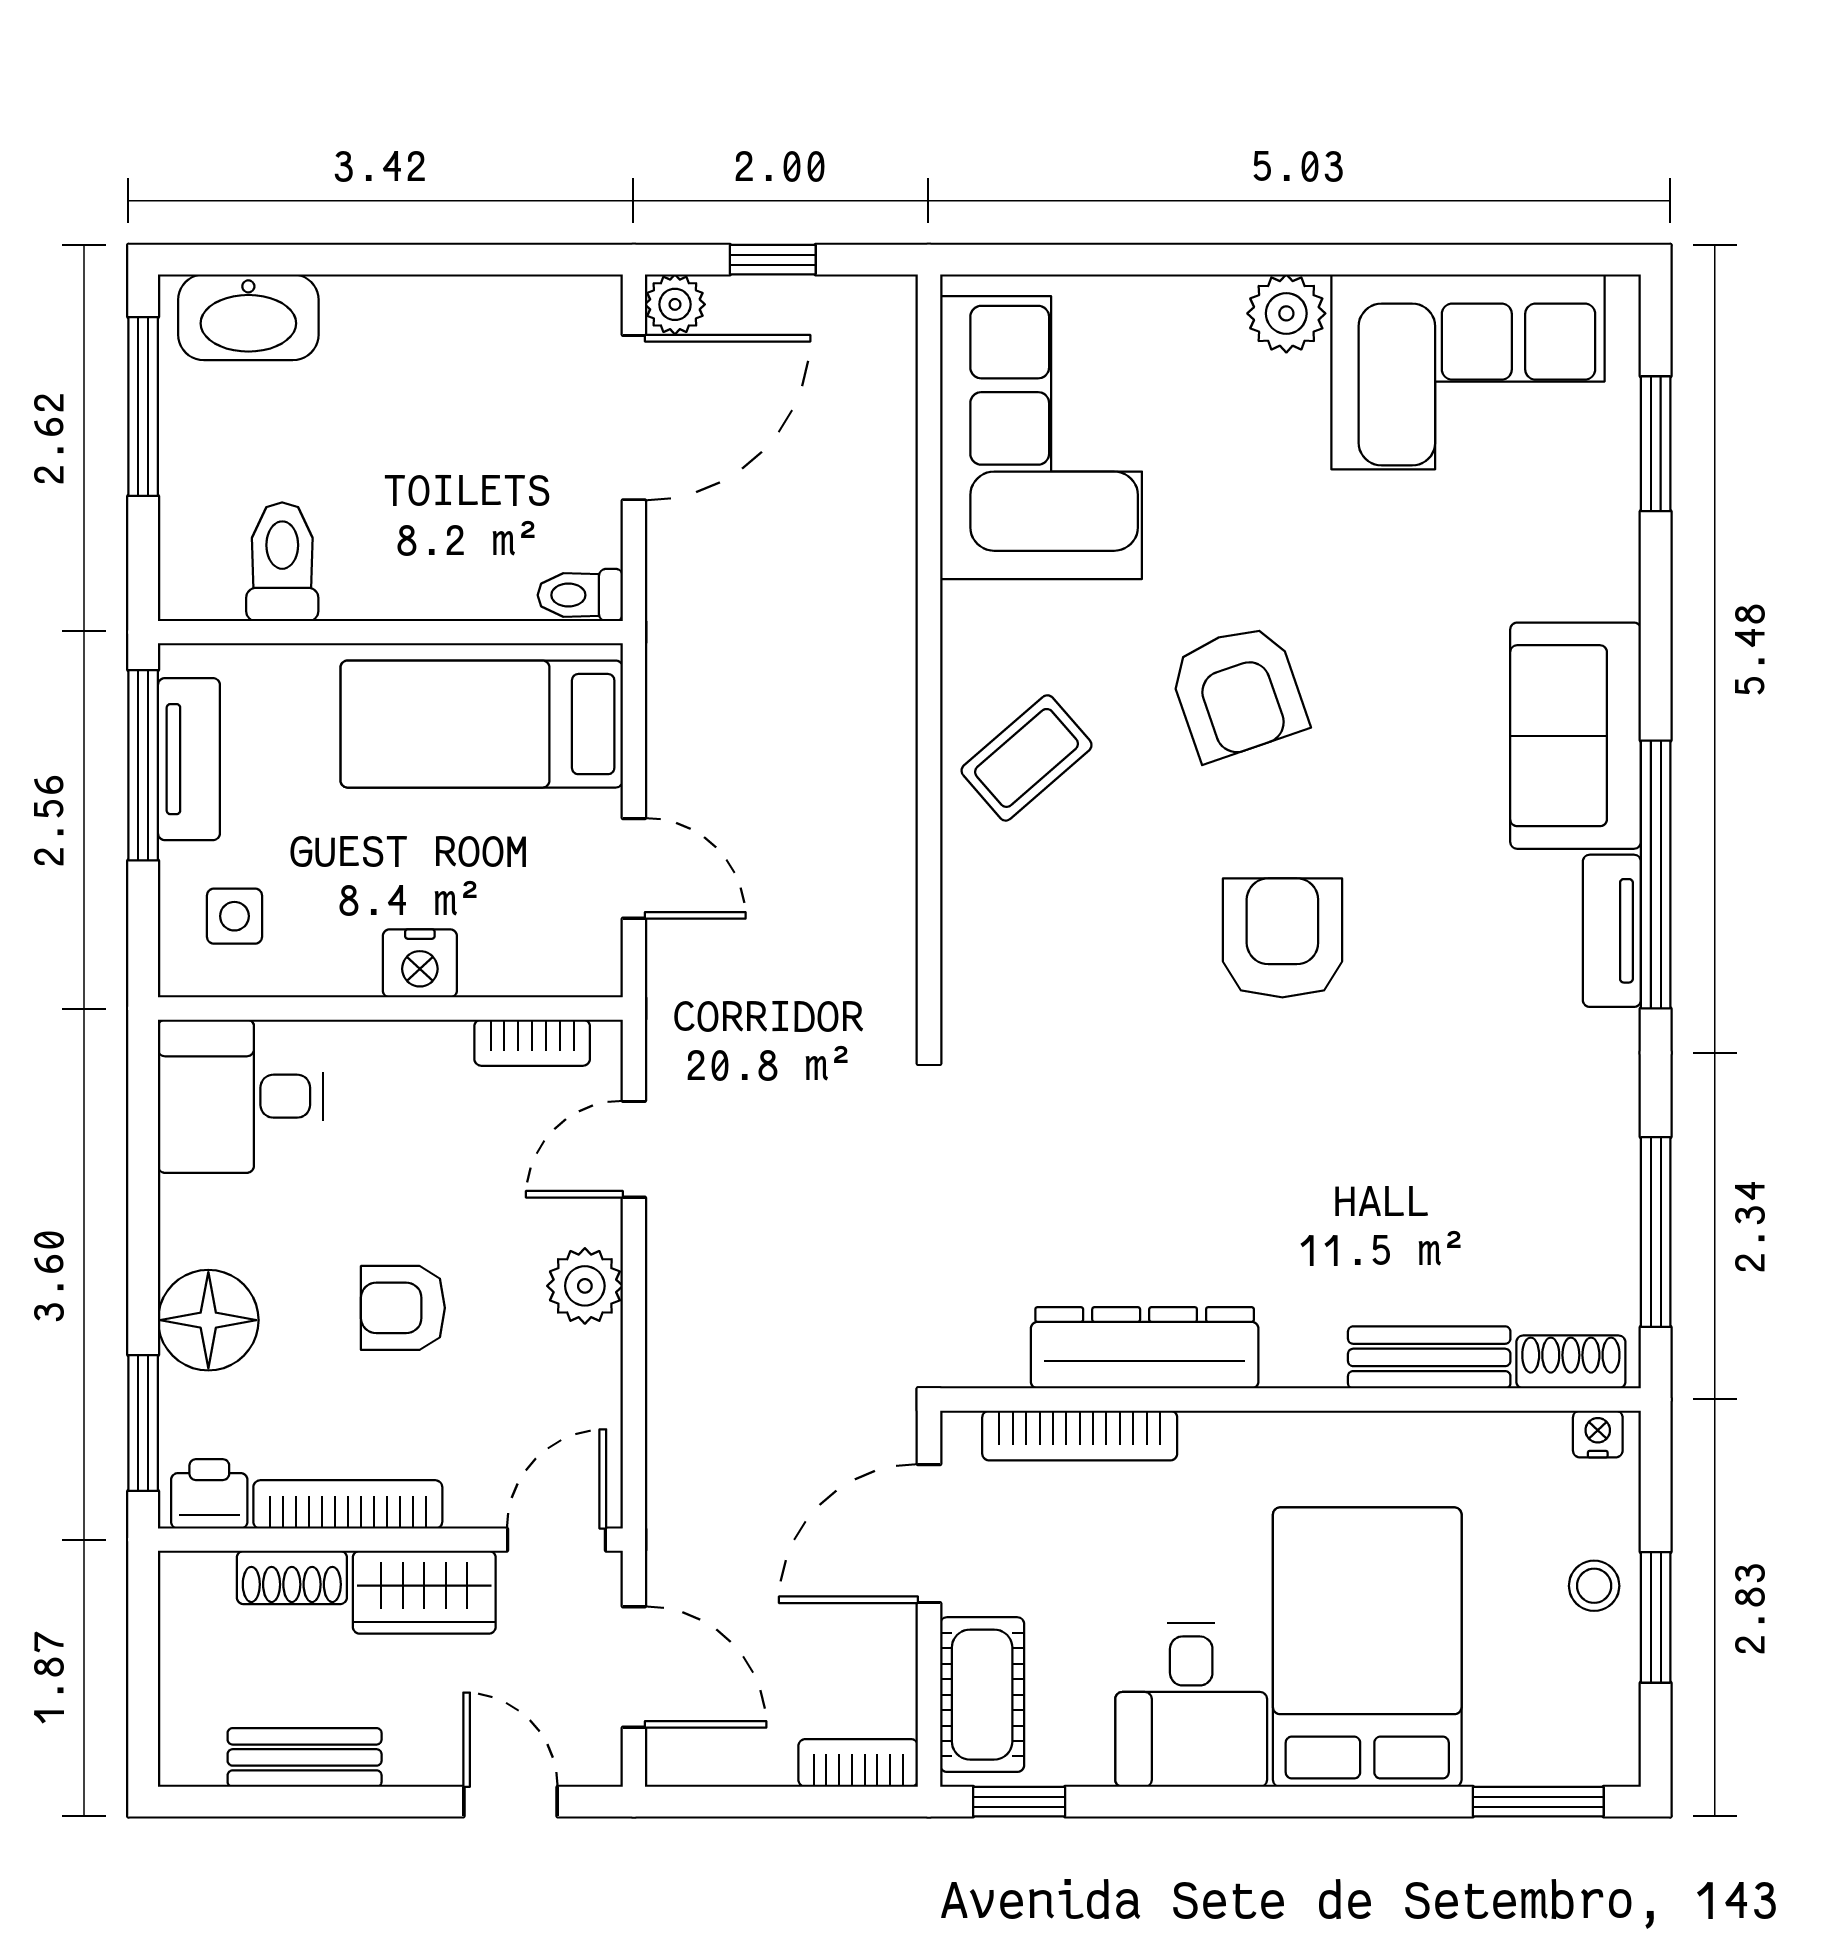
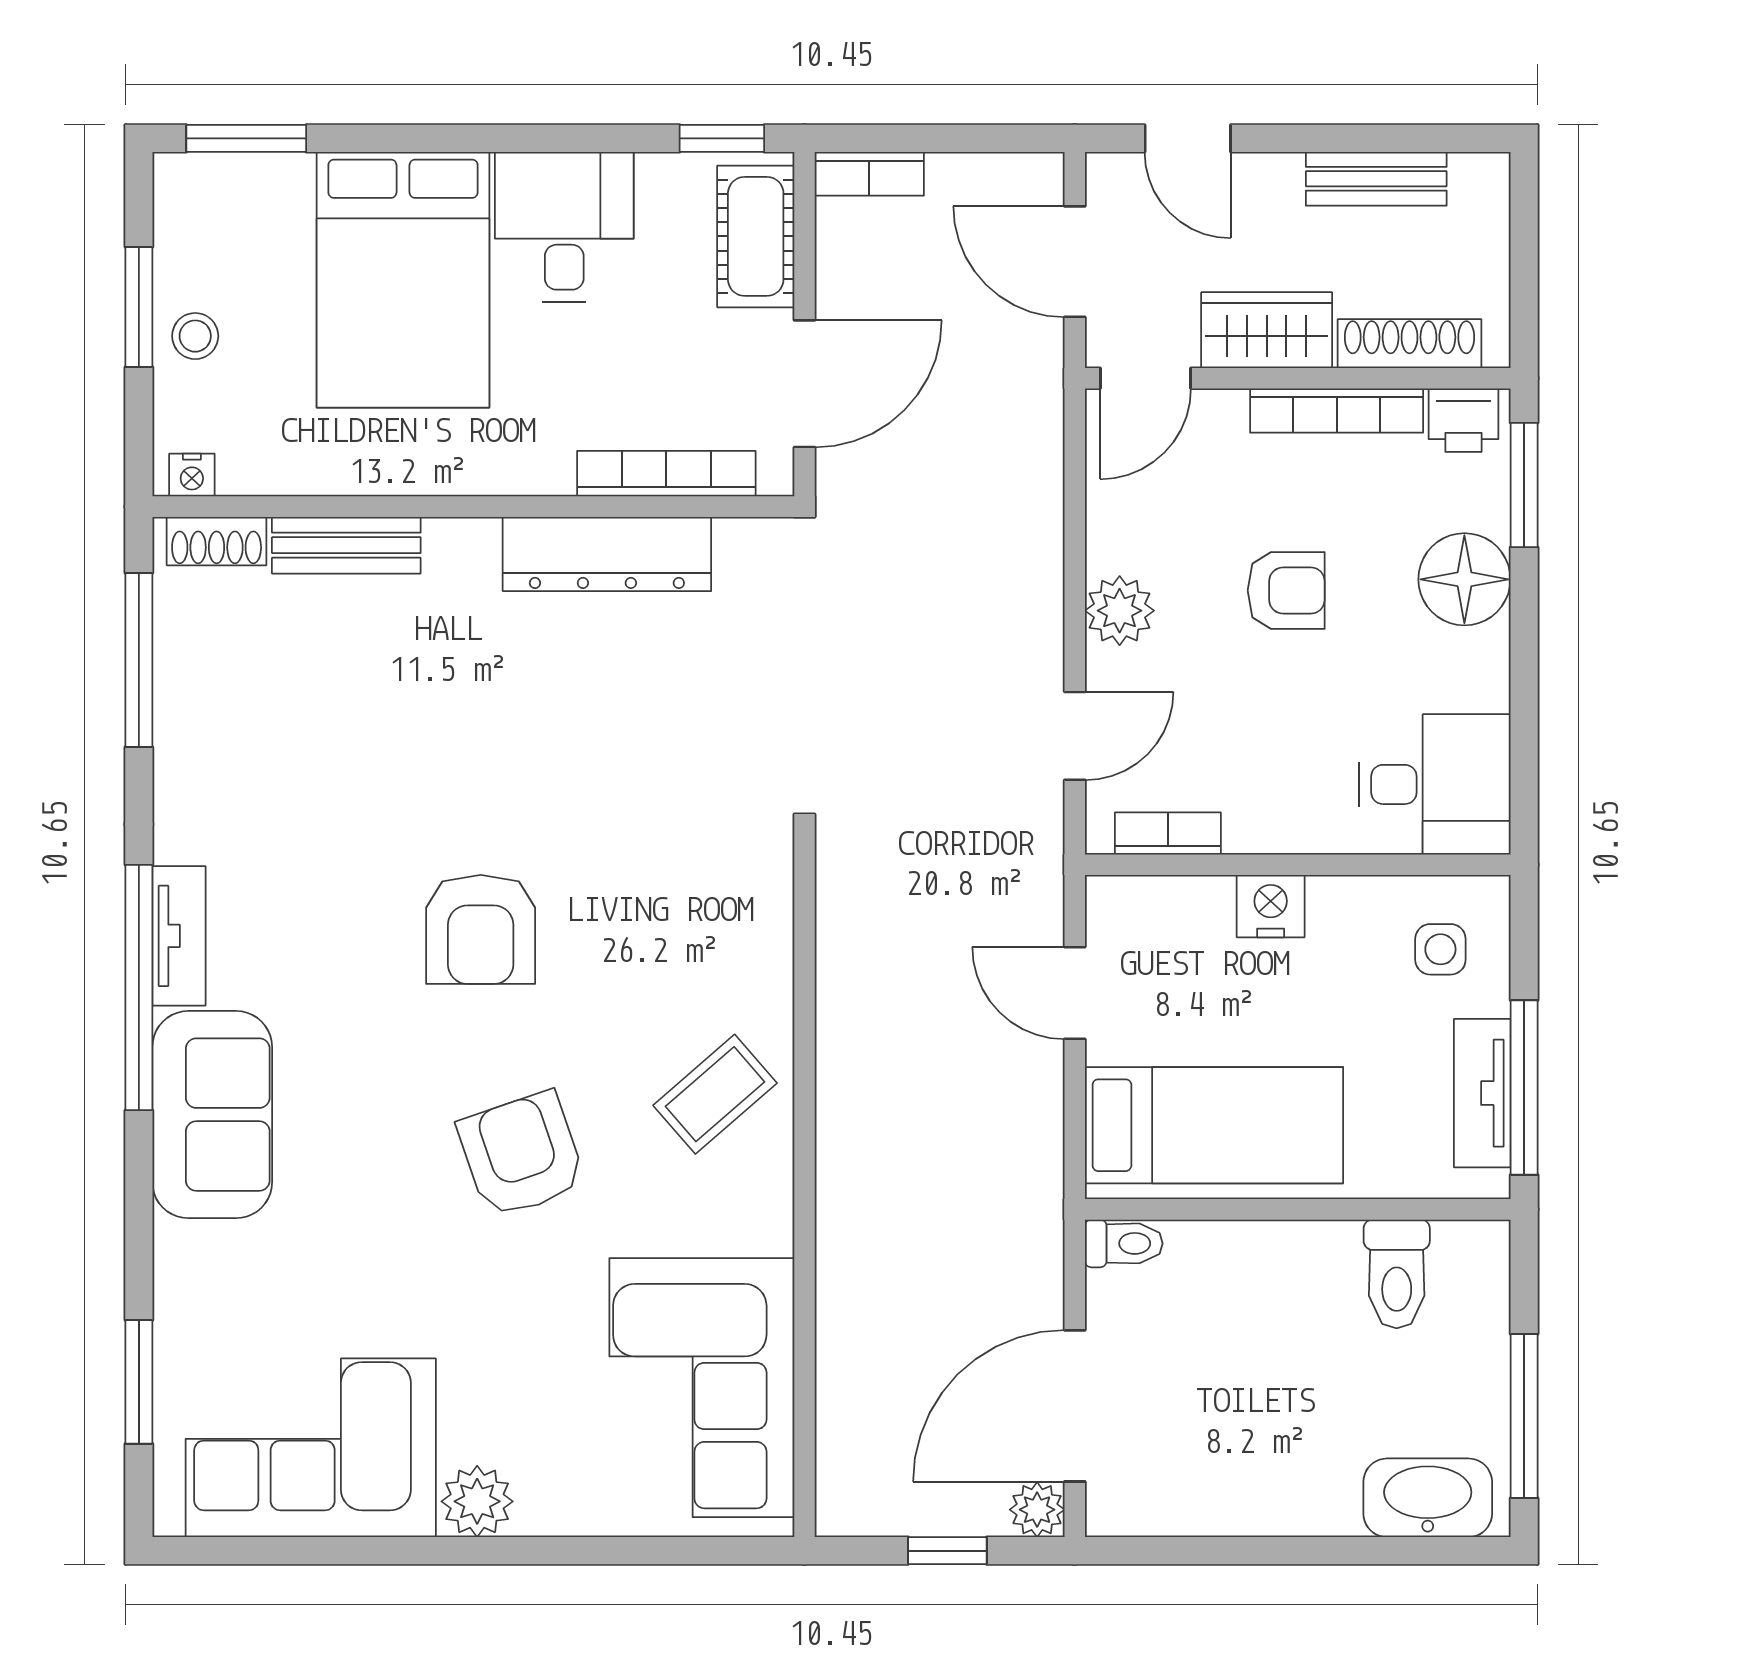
shoe rack: (292, 1577) -> (1409, 344), width x1.43

